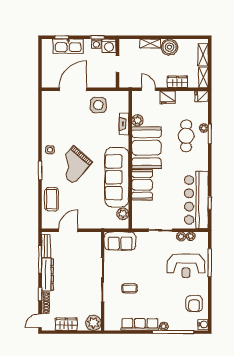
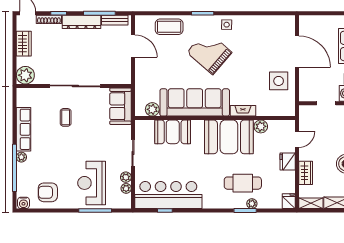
fireplace: (124, 124) -> (243, 111), moved
booth: (142, 185) -> (173, 132), moved

